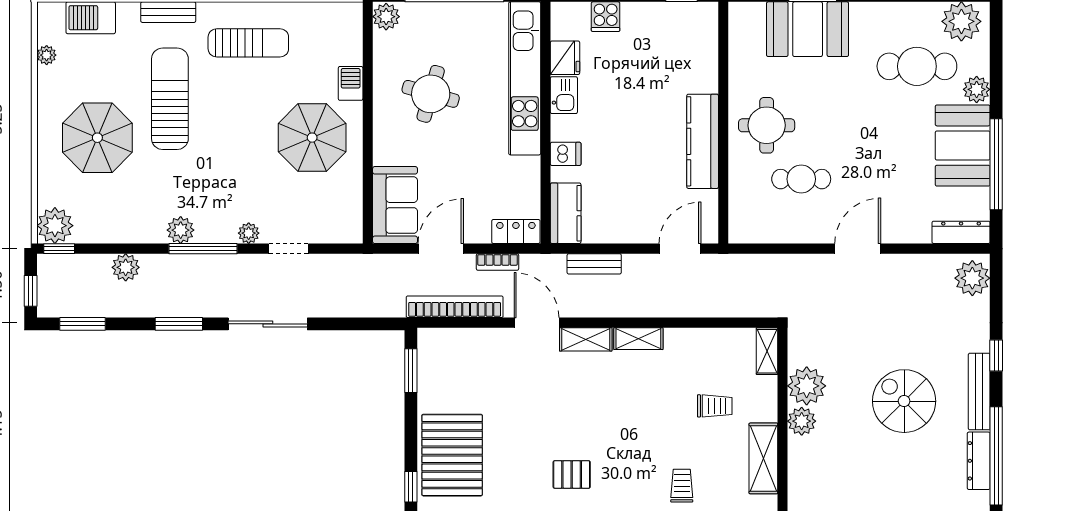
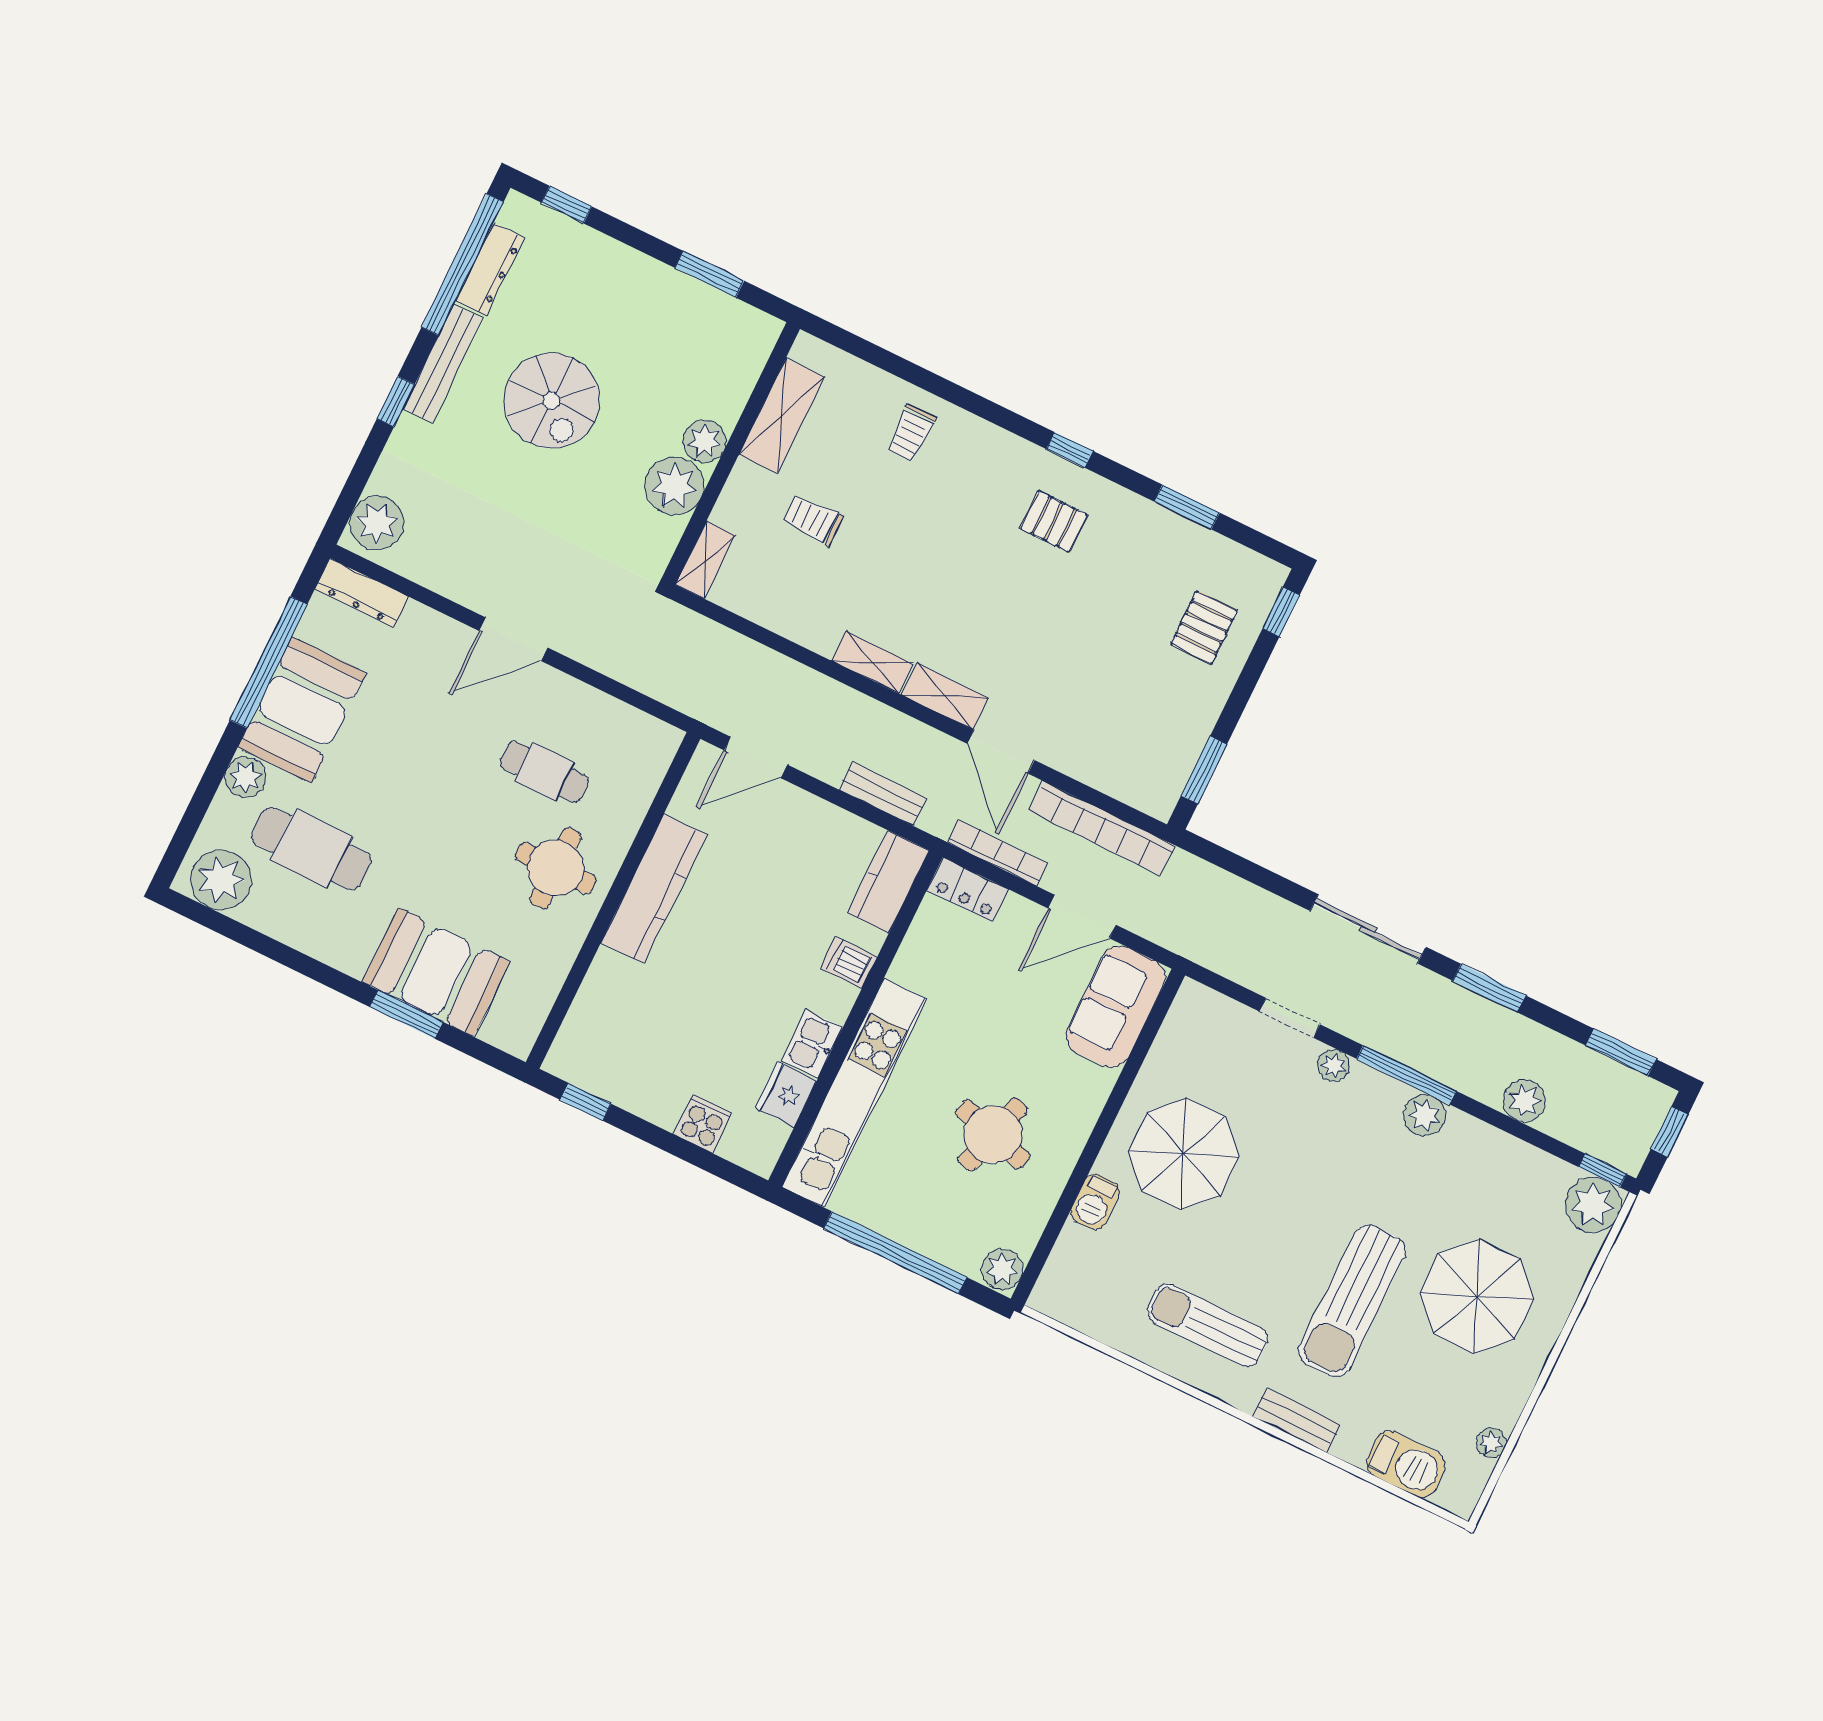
bookcase: (497, 262) -> (997, 853), width x1.56
pallet: (452, 455) -> (1204, 627), width x0.49, depth x0.50

